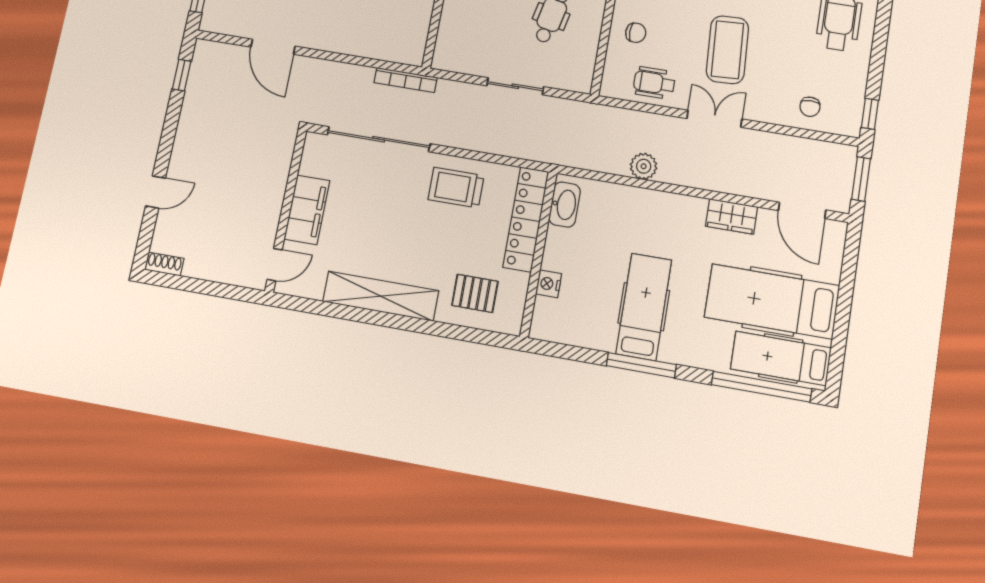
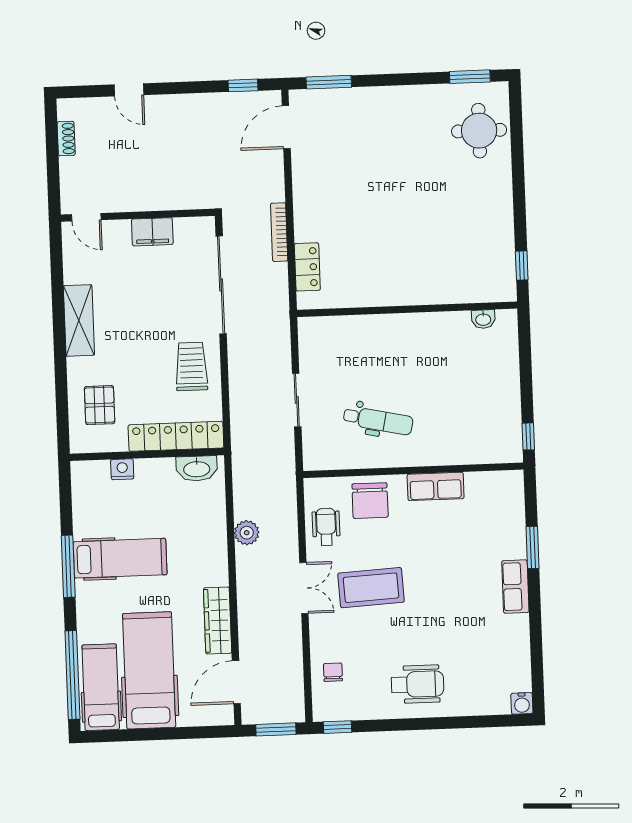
chair: (636, 33) -> (370, 501), width x1.87, depth x1.87
door: (273, 47) -> (286, 127), moved
locker: (381, 48) -> (307, 267), added
bookcase: (405, 80) -> (279, 232), moved
chair: (810, 107) -> (333, 672), turned 90
filing cabinet: (307, 210) -> (152, 232), width x0.67, depth x0.86
wardrobe: (732, 216) -> (218, 620), width x1.50
shoe rack: (164, 264) -> (66, 139), moved
shelving: (381, 296) -> (79, 320), width x0.68

